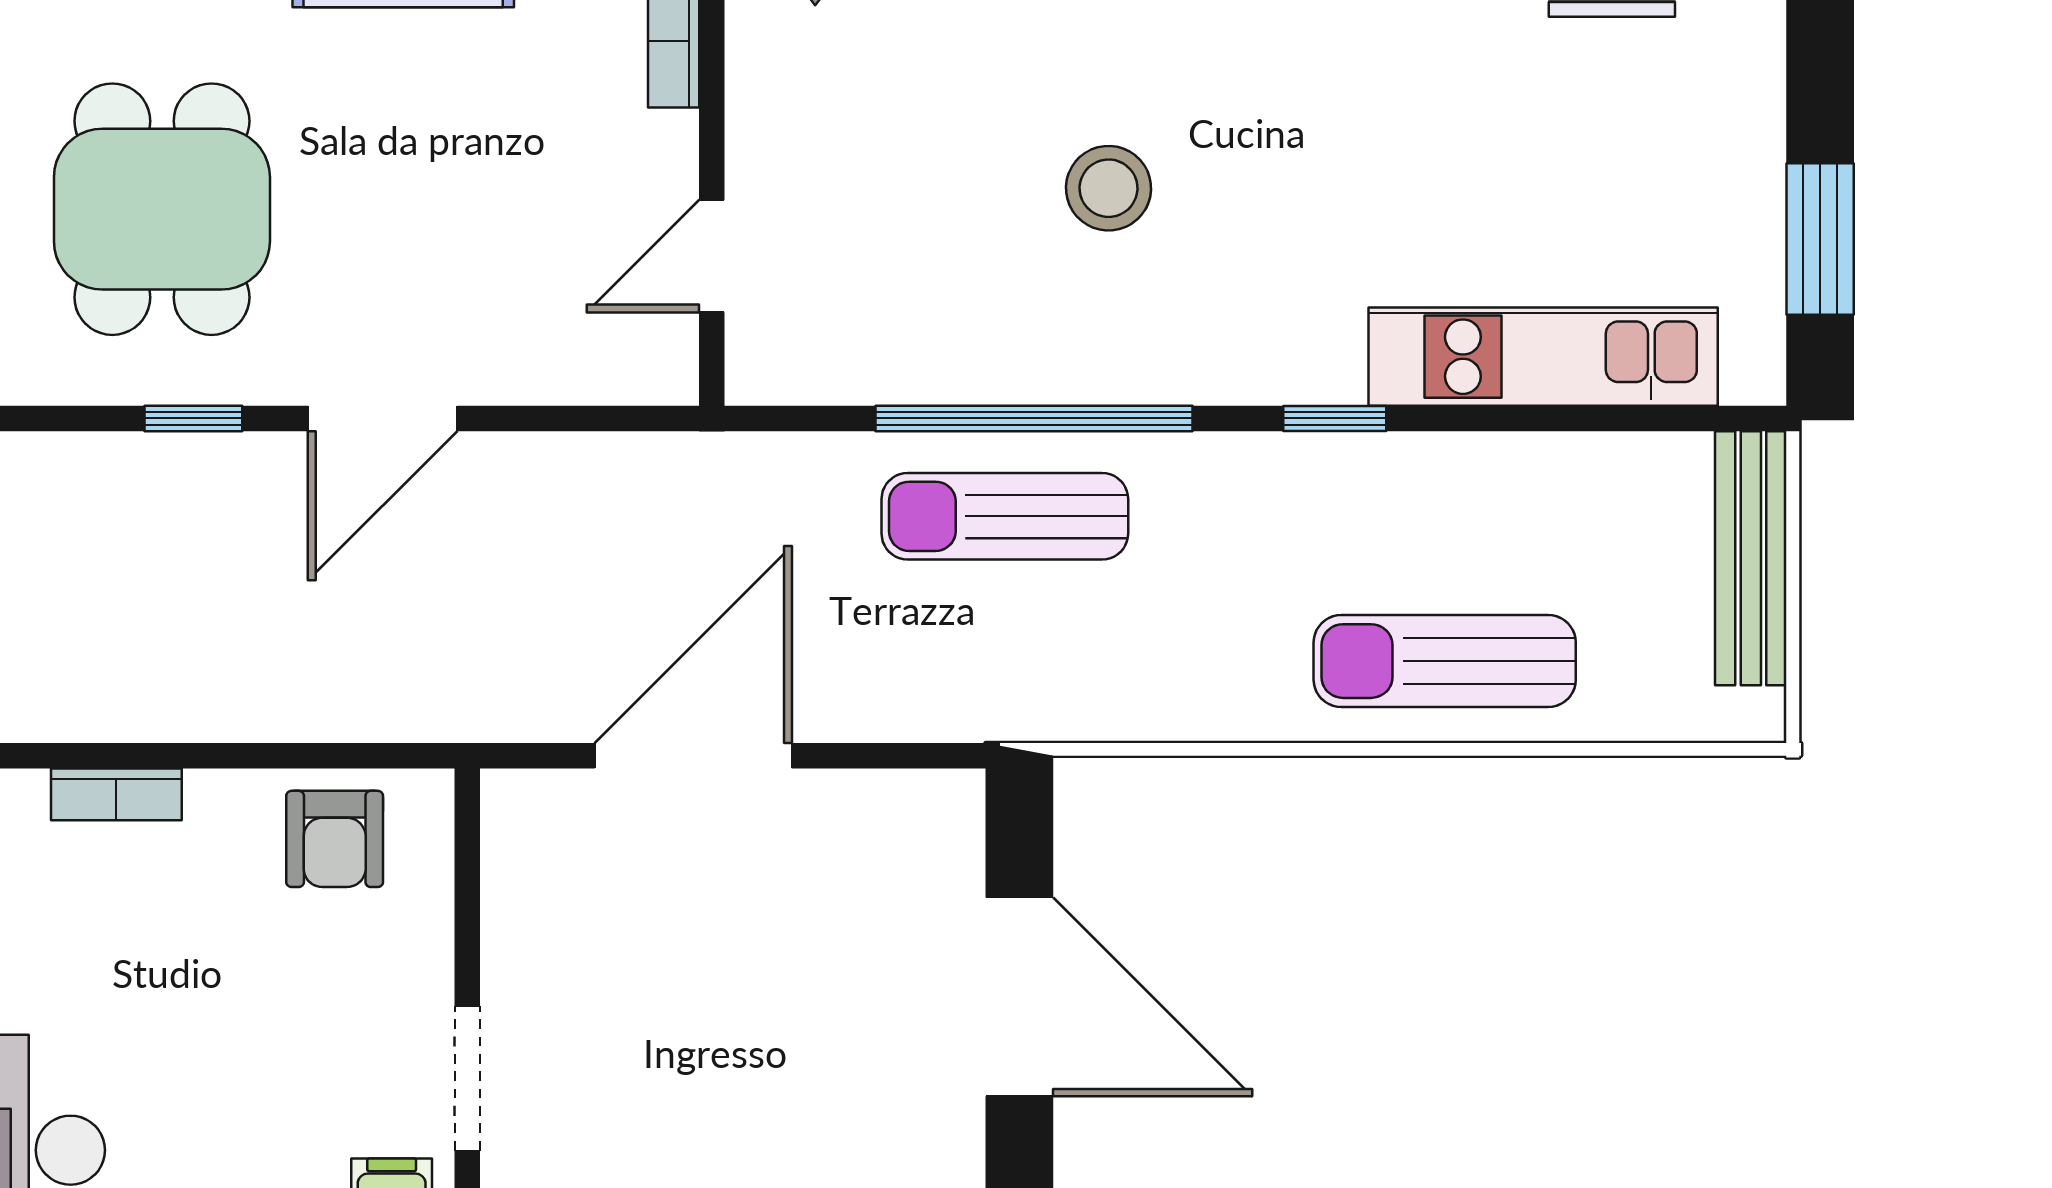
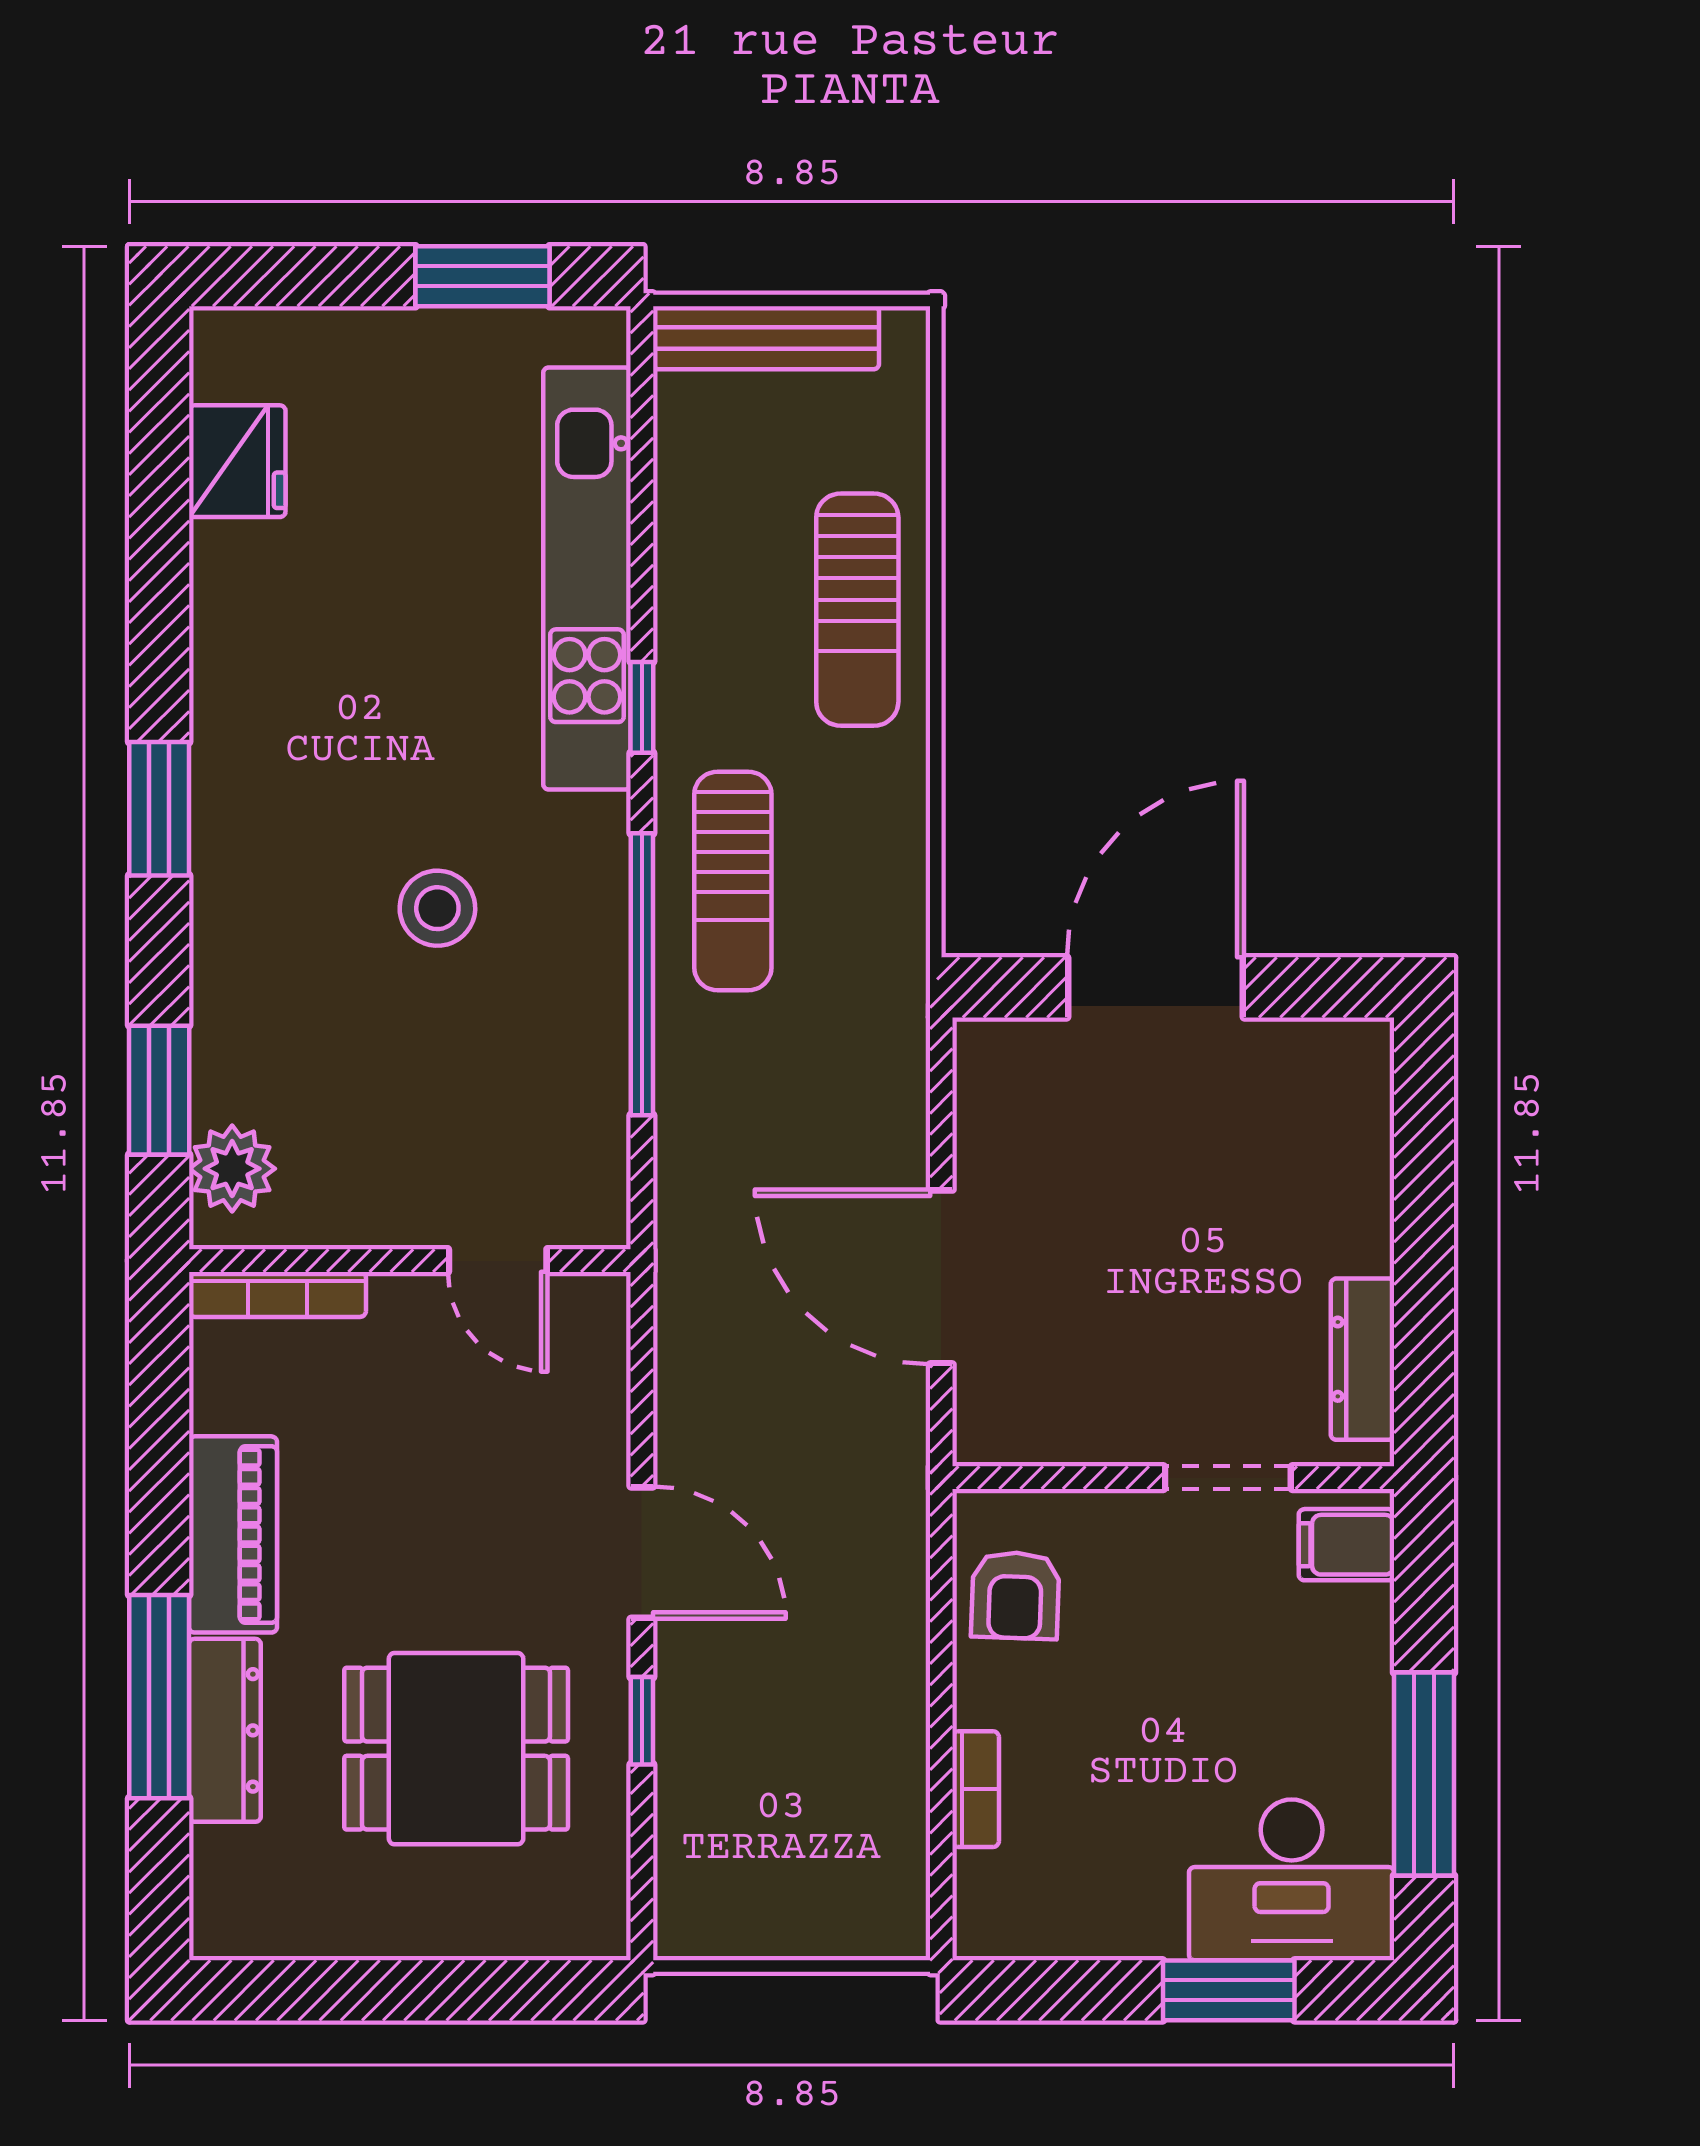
kitchen unit: (1543, 357) -> (587, 579), width x1.36
sun lounger: (1005, 516) -> (733, 881), moved
armchair: (335, 839) -> (1015, 1595), turned 92

